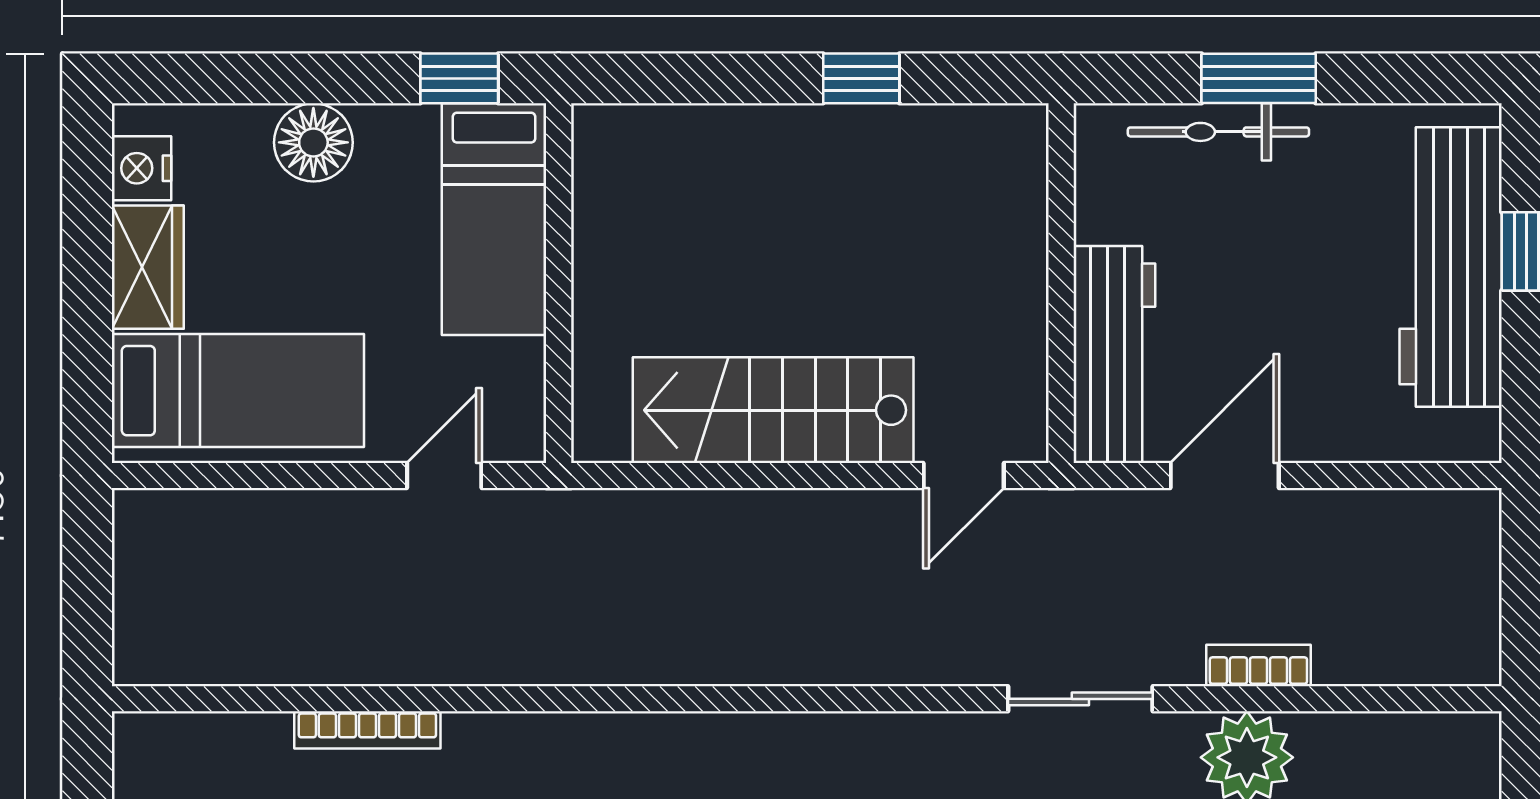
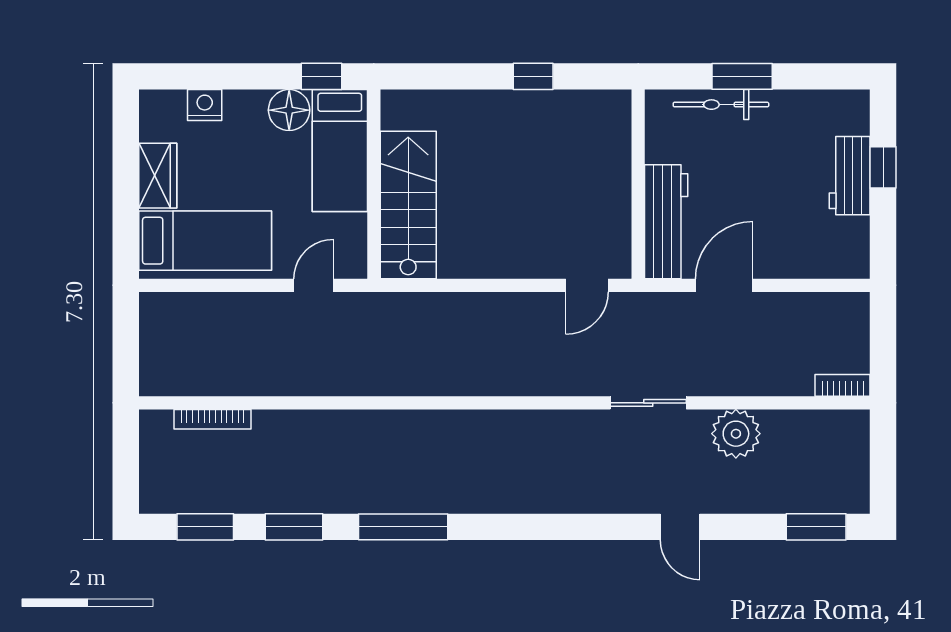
floor lamp: (313, 142) -> (289, 110), moved
nightstand: (141, 168) -> (205, 105), moved, turned 90
workbench: (1451, 267) -> (850, 176), width x0.53, depth x0.76
stairs: (773, 410) -> (408, 205), moved, turned 90
bookcase: (1258, 666) -> (843, 385), moved
bookcase: (367, 730) -> (213, 419), moved

